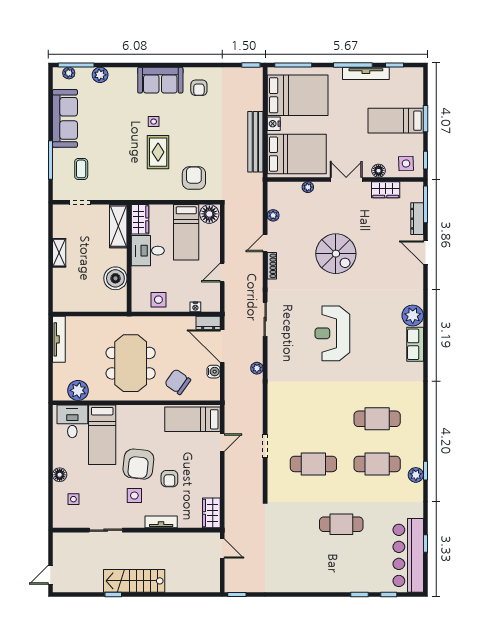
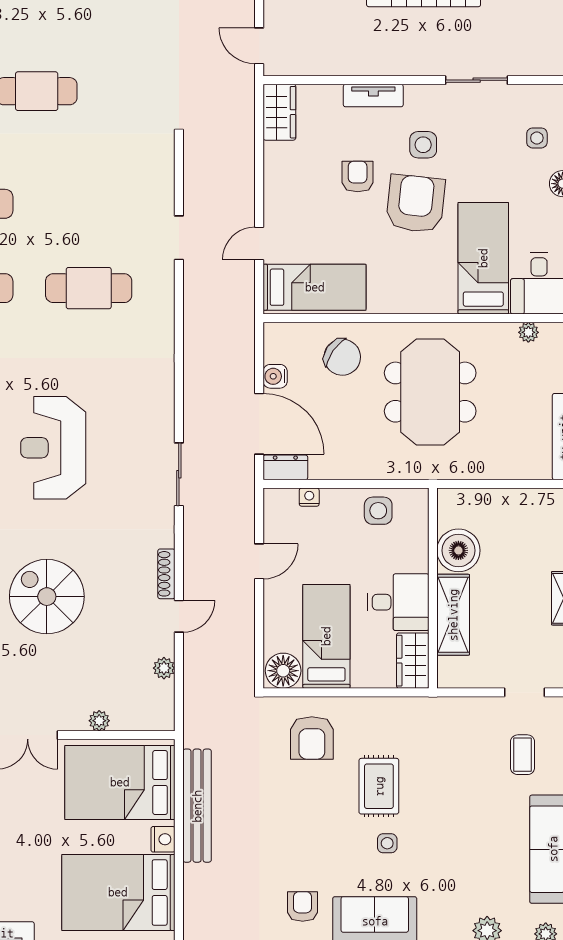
shelving: (118, 226) -> (453, 615), moved
reception desk: (332, 333) -> (53, 448), turned 180
plant: (257, 368) -> (194, 383), removed
plant: (78, 390) -> (528, 332), width x0.53, depth x0.53
cafe table: (313, 464) -> (89, 288), moved

